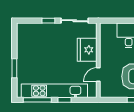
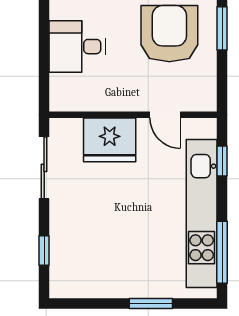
window: (48, 21) -> (44, 250), moved
window: (64, 100) -> (222, 161), moved

